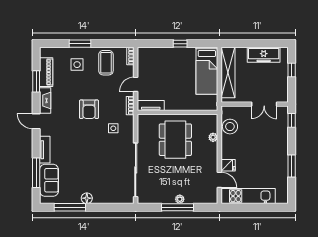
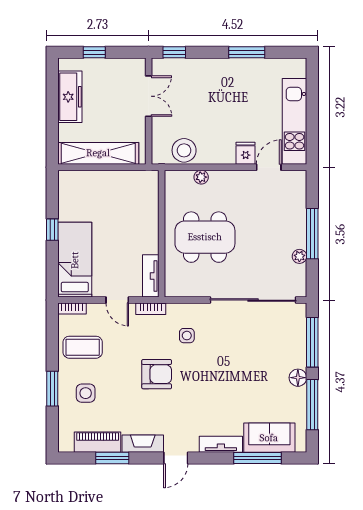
bed: (207, 71) -> (75, 260), moved, turned -90
plant: (180, 199) -> (299, 256), moved
window: (109, 207) -> (312, 342), added

